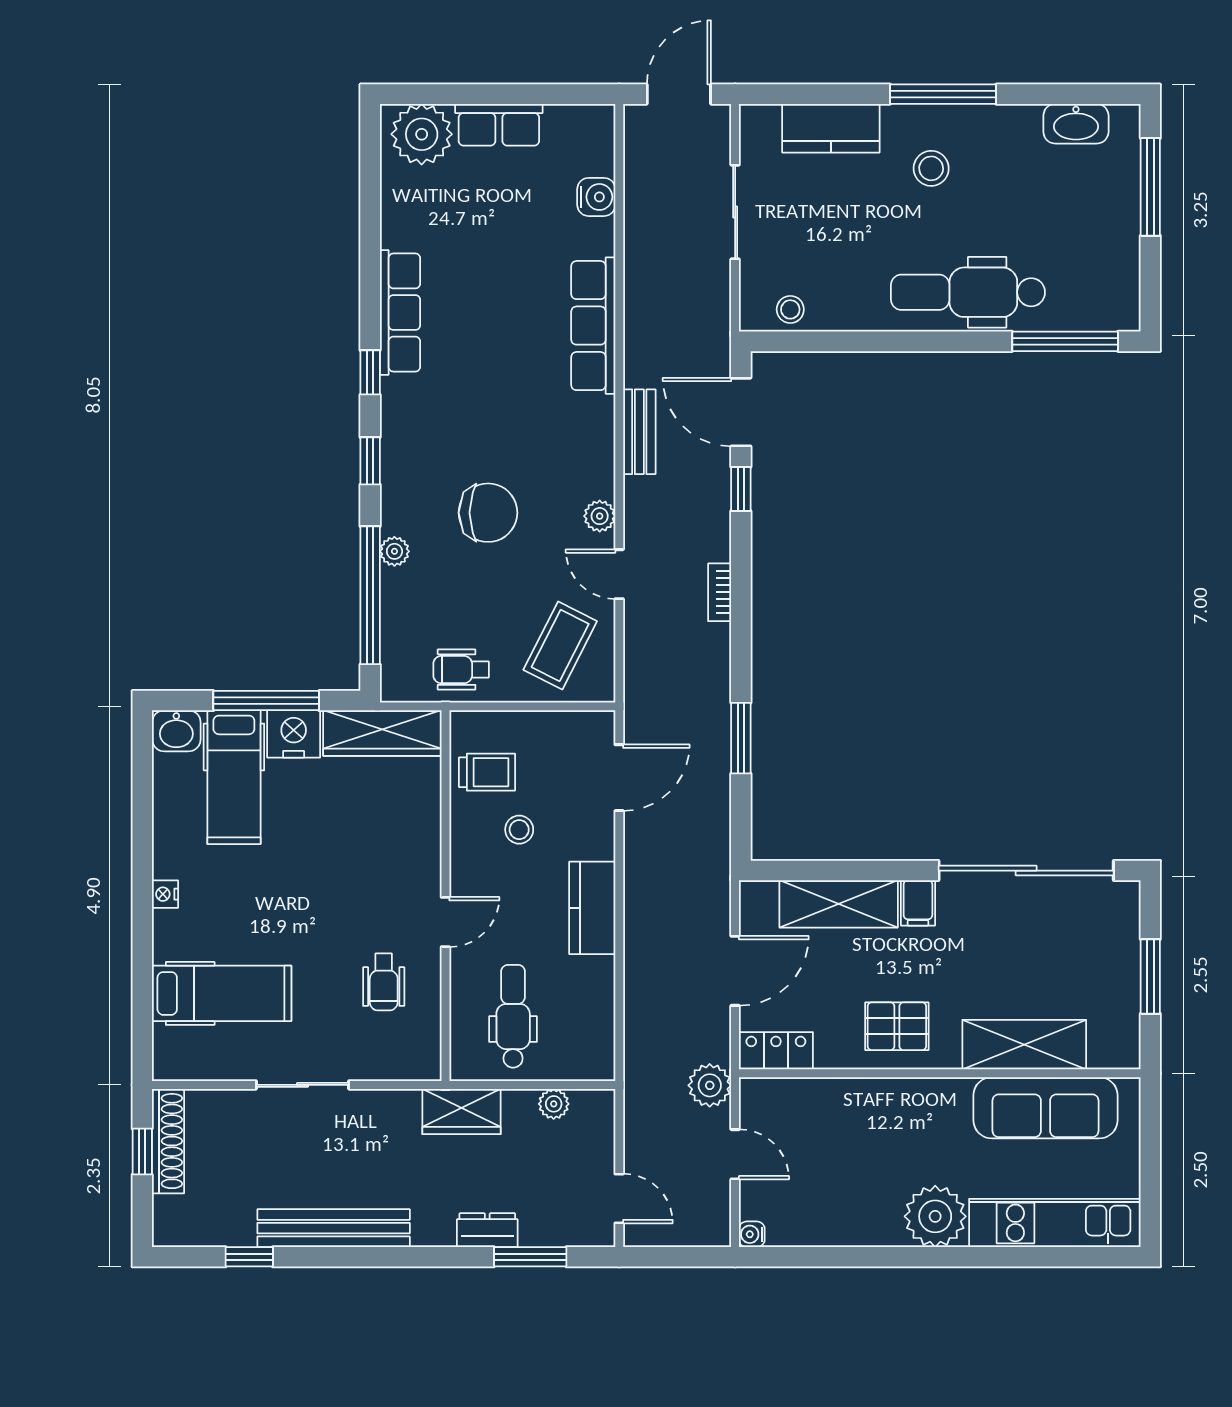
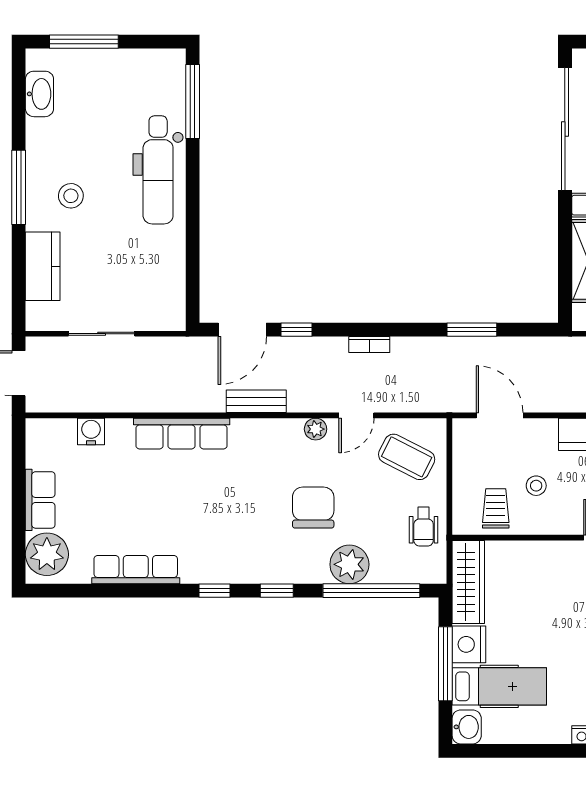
stool: (790, 309) -> (170, 295), removed
row of seats: (400, 313) -> (136, 570), moved
plant: (394, 551) -> (349, 564), width x1.87, depth x1.87

